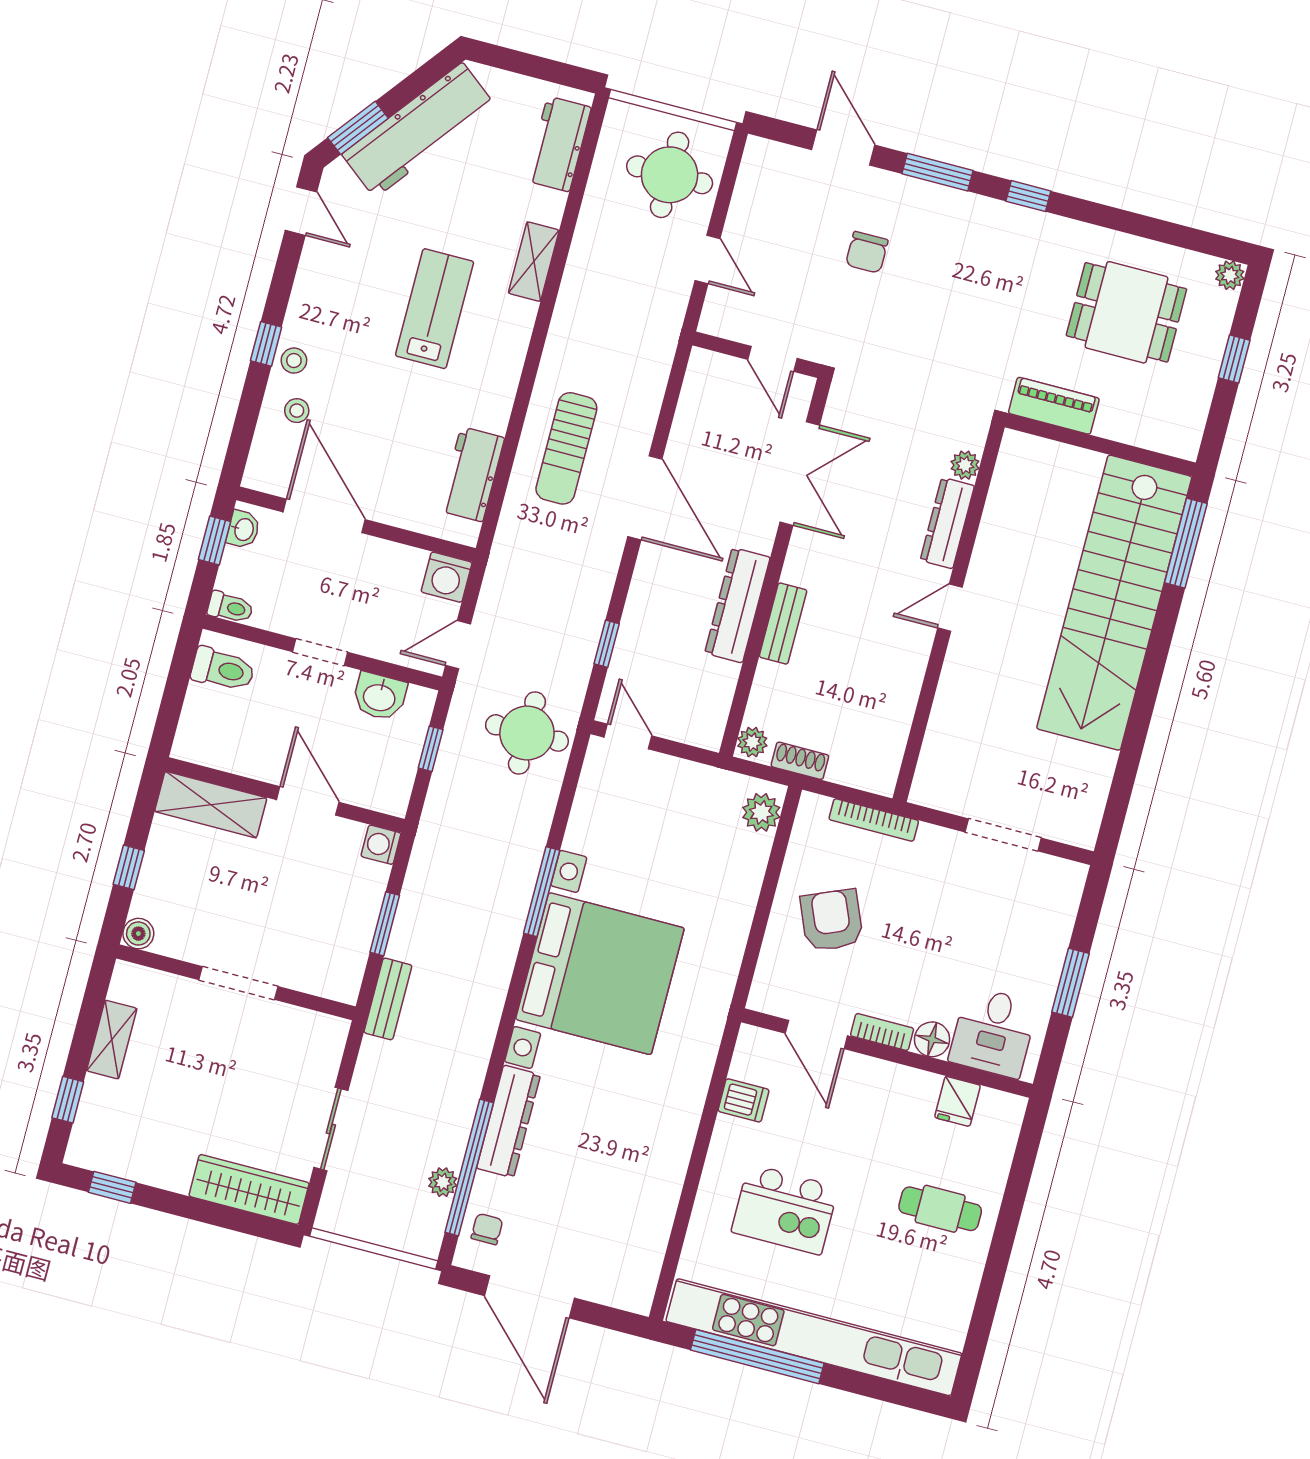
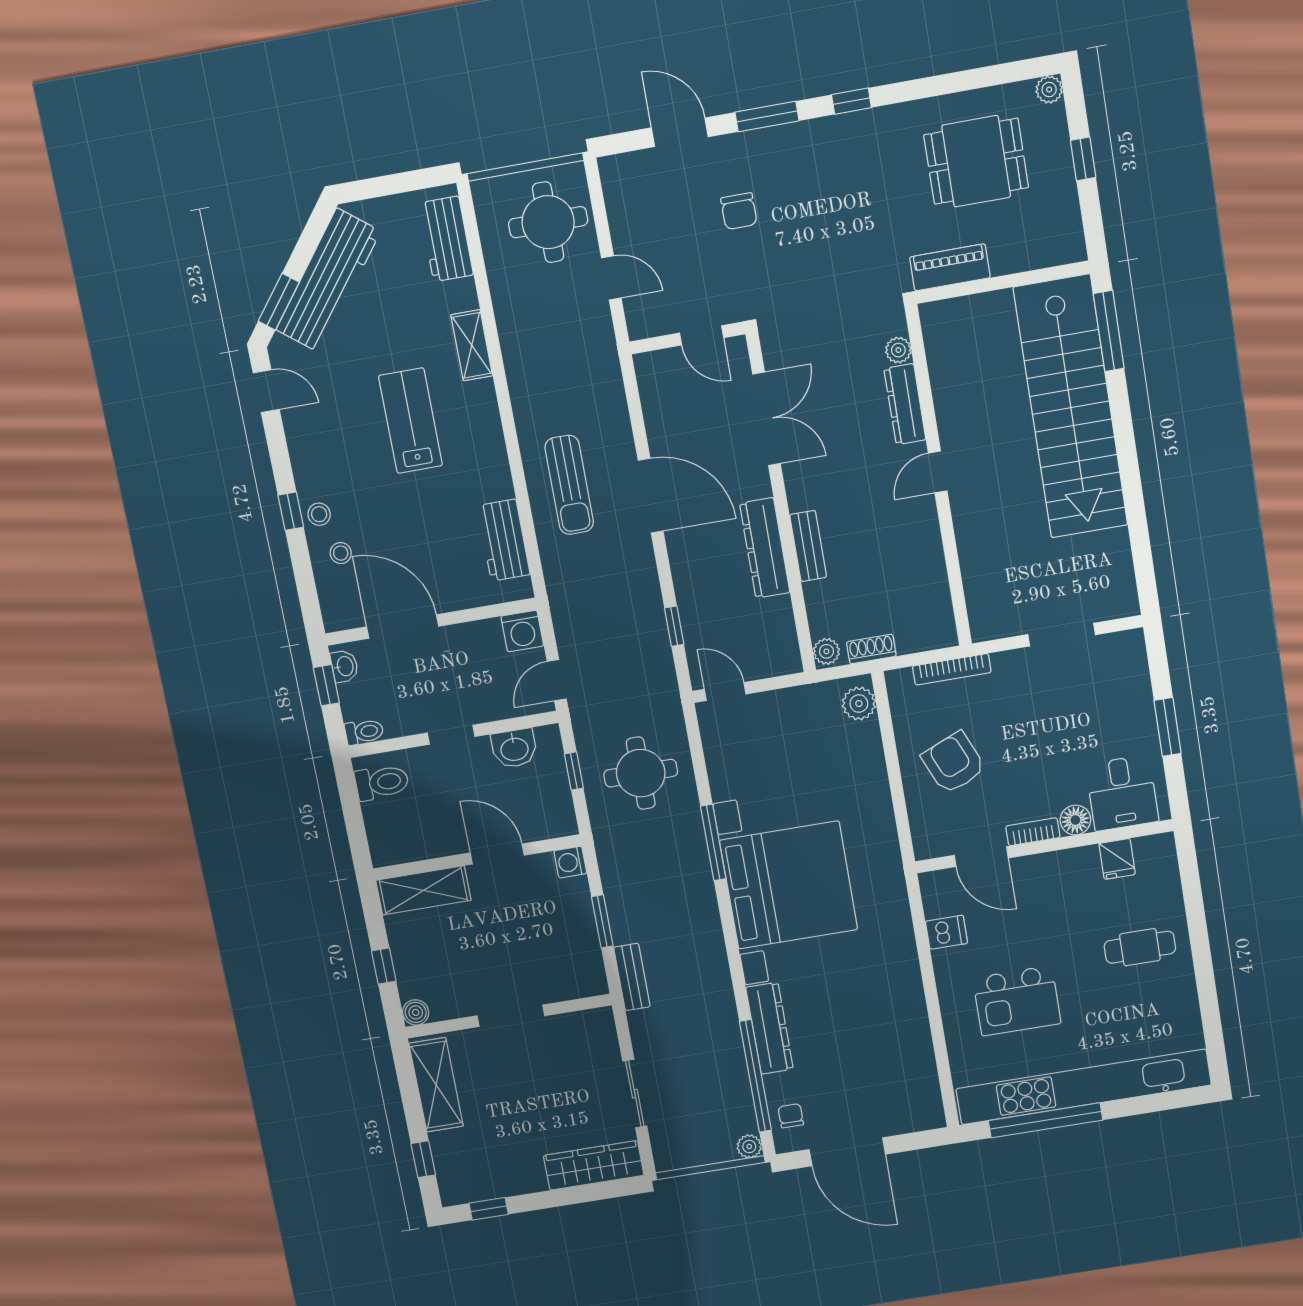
round table: (527, 733) -> (641, 773), moved
shelving: (112, 1040) -> (436, 1085), width x1.50, depth x1.33
plant: (443, 1182) -> (749, 1146), moved

